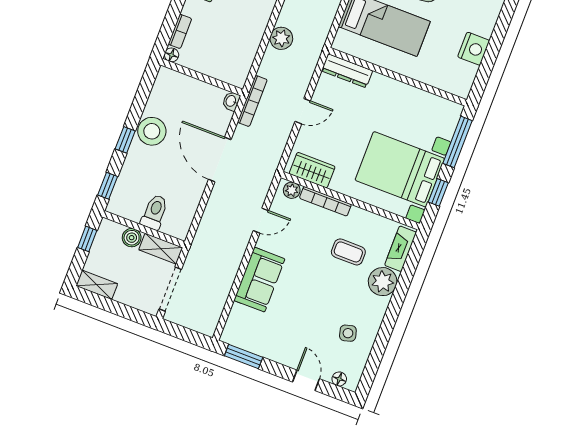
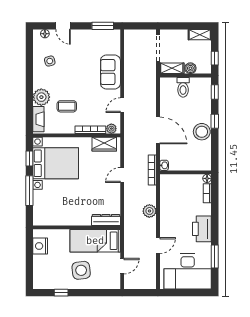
dresser: (347, 71) -> (106, 220), moved
wall: (398, 77) -> (77, 227), moved

